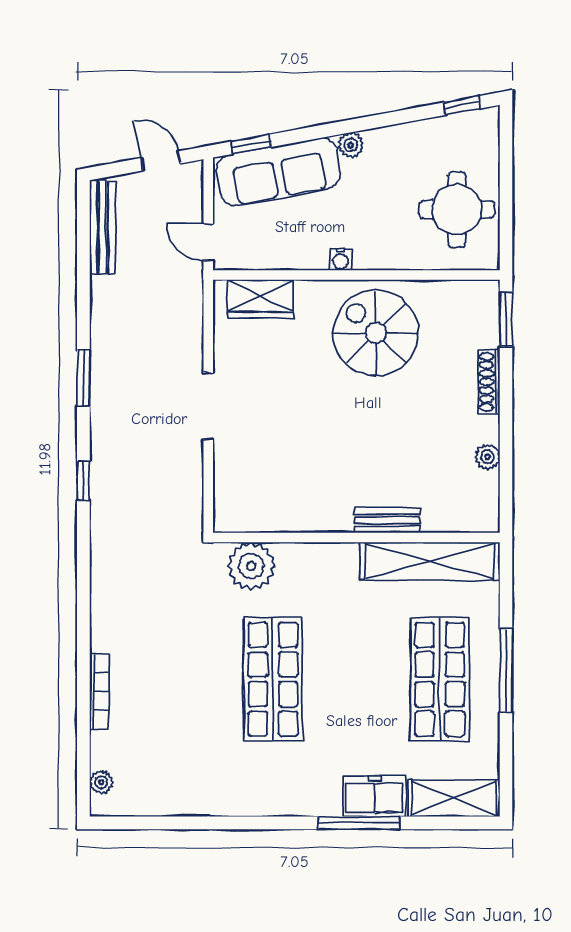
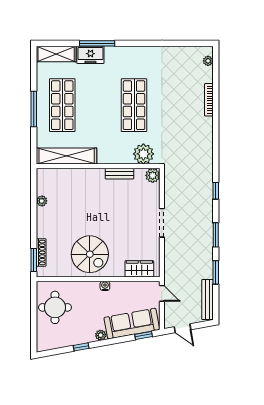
window: (462, 106) -> (81, 347), moved
window: (83, 290) -> (216, 272), added
shoe rack: (489, 382) -> (41, 252), moved
plant: (230, 516) -> (153, 175), added
bench: (387, 520) -> (119, 174), moved

